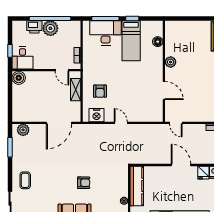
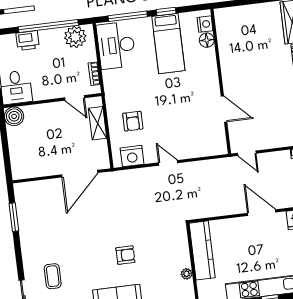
plant: (50, 28) -> (75, 37), moved
nightstand: (158, 30) -> (205, 24), added
desk: (106, 33) -> (116, 45), moved, turned -90
plant: (171, 62) -> (229, 67), removed
plant: (23, 130) -> (30, 190), removed
coffee table: (25, 180) -> (53, 276), moved

